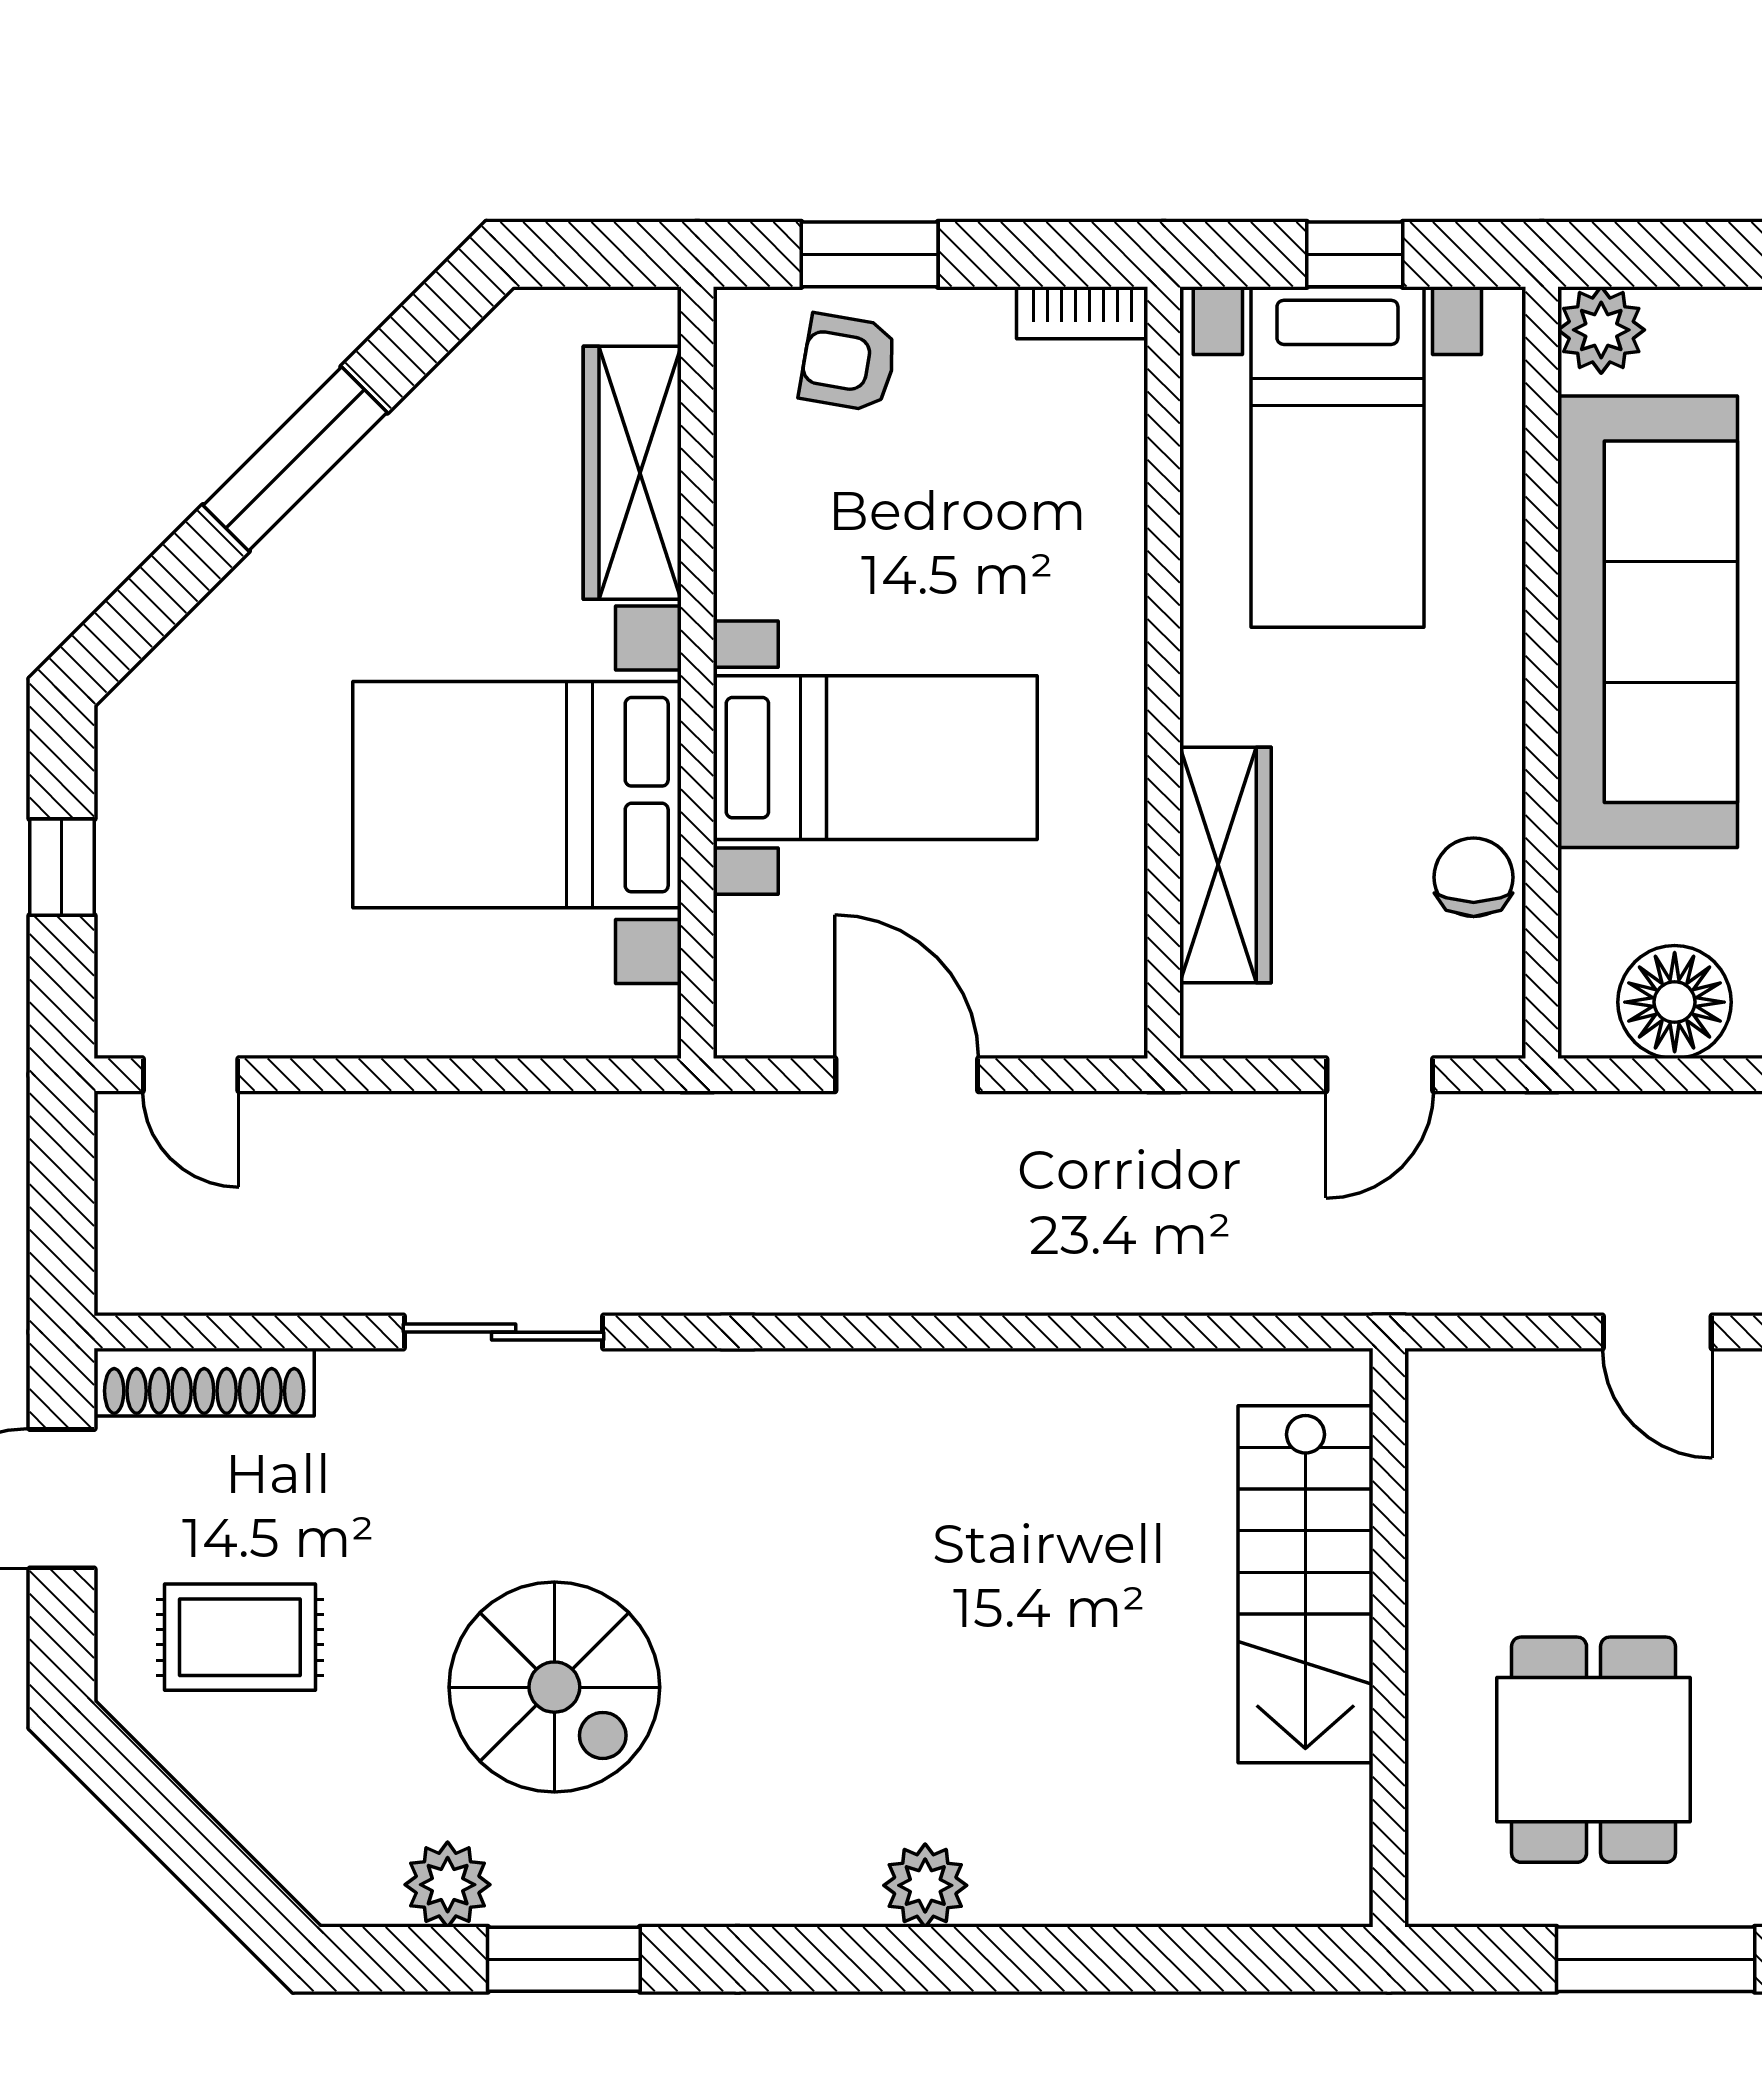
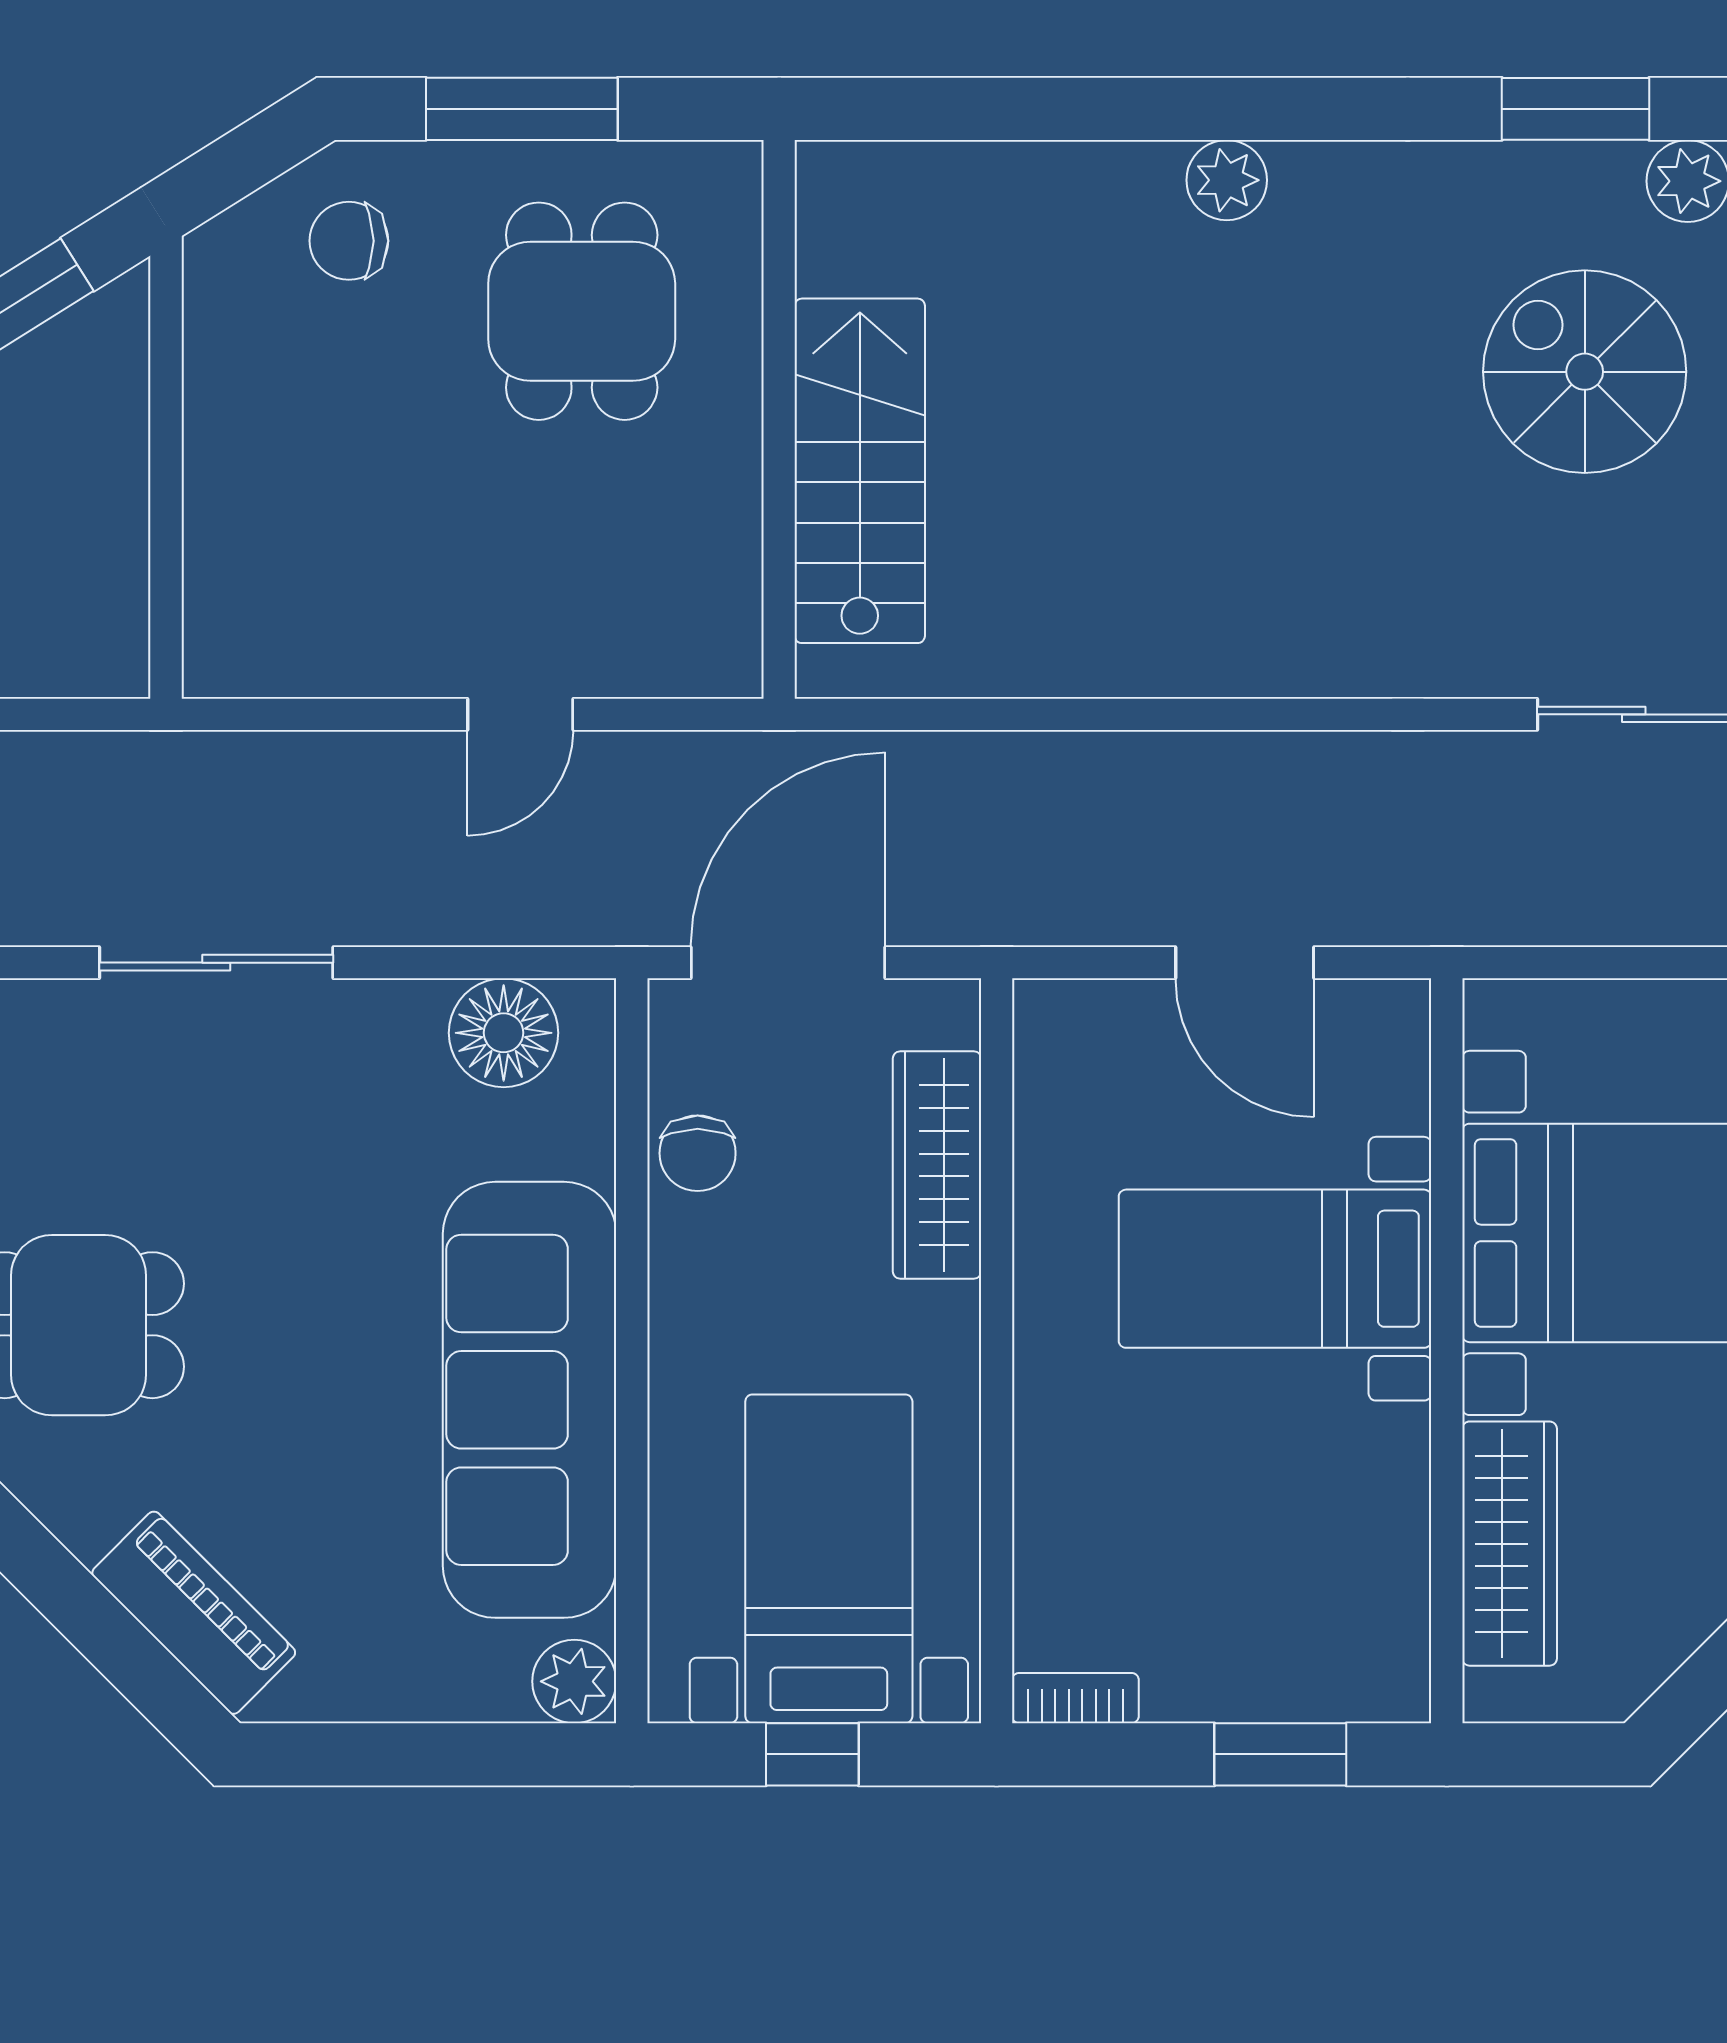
armchair: (848, 363) -> (1301, 1650), removed
door: (1380, 1075) -> (788, 963), width x1.88
door: (1657, 1332) -> (520, 714), swing flipped

